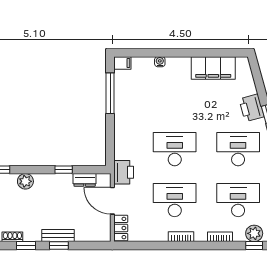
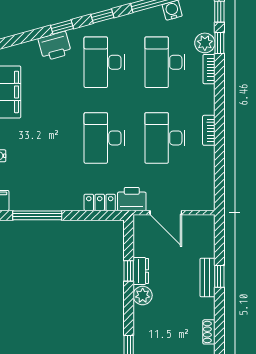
dresser: (85, 180) -> (141, 271), moved
plant: (25, 181) -> (143, 295), moved
door: (112, 201) -> (166, 213), hinge flipped
locker: (121, 228) -> (100, 202), moved
bookcase: (220, 237) -> (209, 69), moved
window: (26, 246) -> (219, 316), removed

